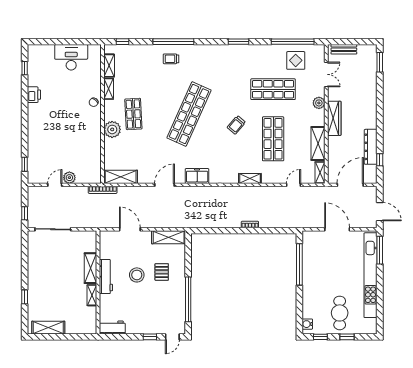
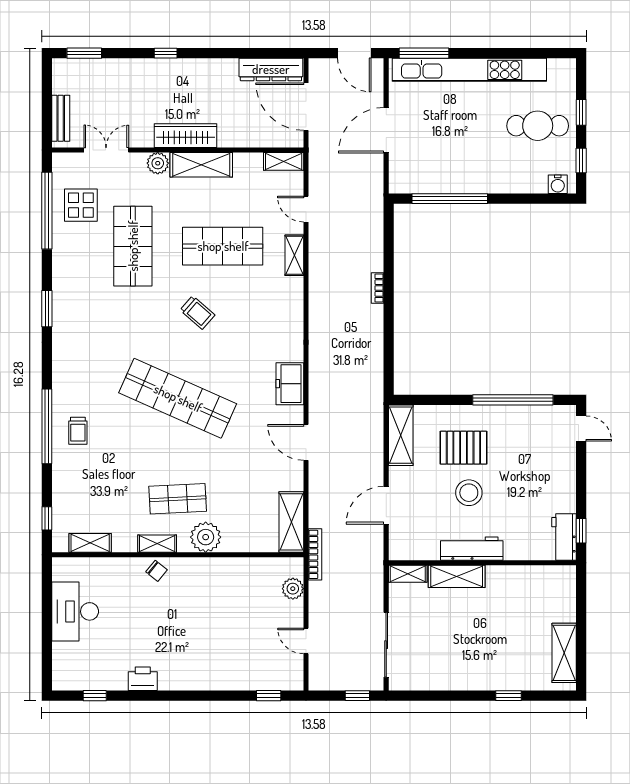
shelving: (109, 89) -> (157, 544), moved
shelving: (318, 143) -> (201, 165), moved
dresser: (371, 147) -> (271, 69), moved
window: (380, 160) -> (166, 53), moved
plant: (69, 178) -> (293, 589), moved
shelving: (250, 178) -> (294, 255), moved
door: (380, 212) -> (354, 53), swing flipped
pallet: (162, 272) -> (463, 448), width x1.50, depth x1.42
shelving: (92, 295) -> (408, 574), moved
window: (150, 337) -> (581, 531), moved

